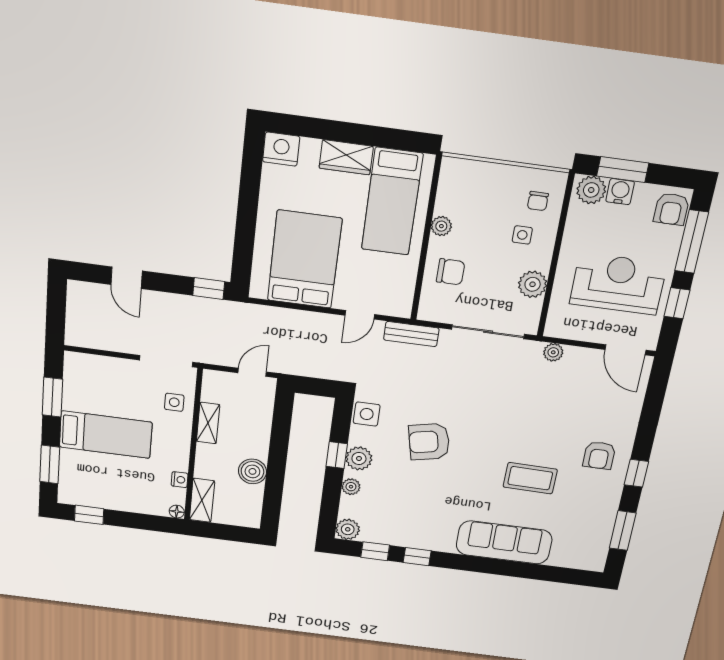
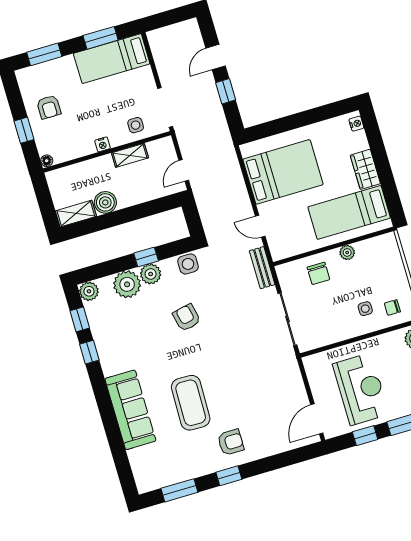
nightstand: (281, 149) -> (356, 124), width x0.53, depth x0.56
plant: (533, 284) -> (335, 332), removed
window: (209, 289) -> (226, 91), moved
plant: (553, 352) -> (293, 371), removed
door: (252, 372) -> (184, 170), swing flipped
bed: (106, 435) -> (112, 59), moved, turned 90
armchair: (429, 442) -> (187, 318), width x0.72, depth x0.72
armchair: (599, 455) -> (231, 442), turned 180
coffee table: (530, 478) -> (191, 403), width x1.36, depth x1.32
nightstand: (180, 480) -> (103, 144), moved
armchair: (114, 484) -> (49, 107), added
plant: (351, 487) -> (127, 284), width x1.88, depth x1.88
shelving: (202, 500) -> (76, 214), moved
window: (89, 515) -> (24, 130), moved

